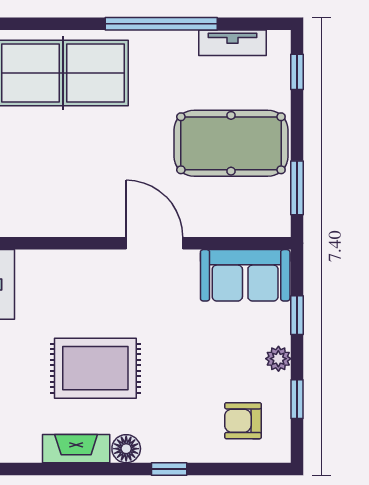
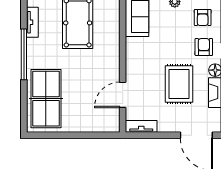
door: (154, 243) -> (123, 95), moved
armchair: (178, 423) -> (204, 47), added

